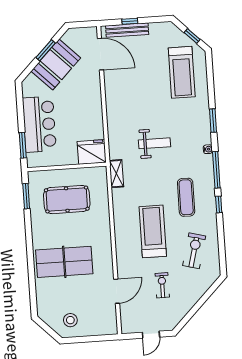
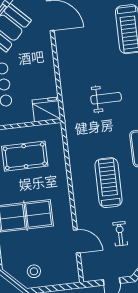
shelving: (116, 174) -> (71, 129), removed
door: (117, 291) -> (77, 241), hinge flipped

